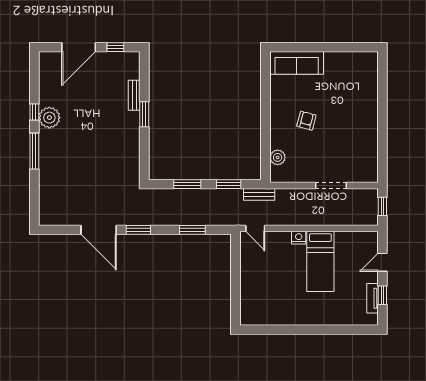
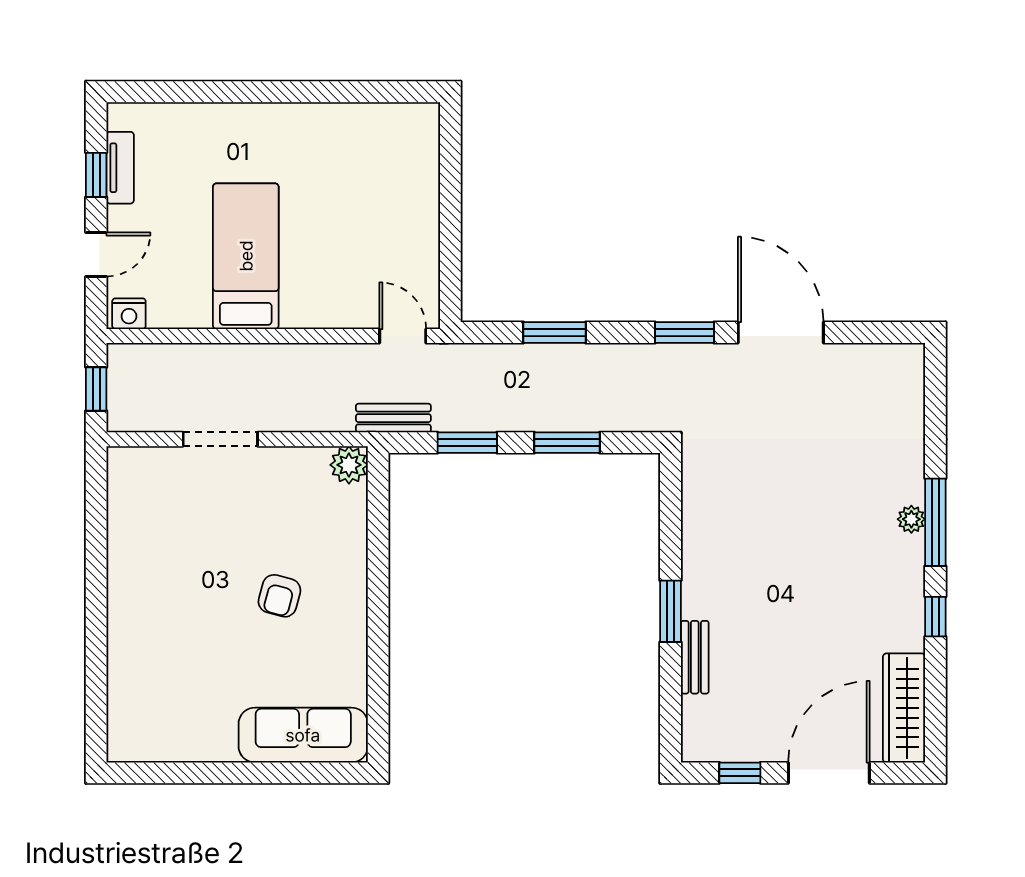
wardrobe: (47, 74) -> (904, 708), added
plant: (49, 118) -> (911, 519), moved, width x0.53, depth x0.53
plant: (278, 157) -> (349, 465), moved
nightstand: (299, 238) -> (129, 314), moved

